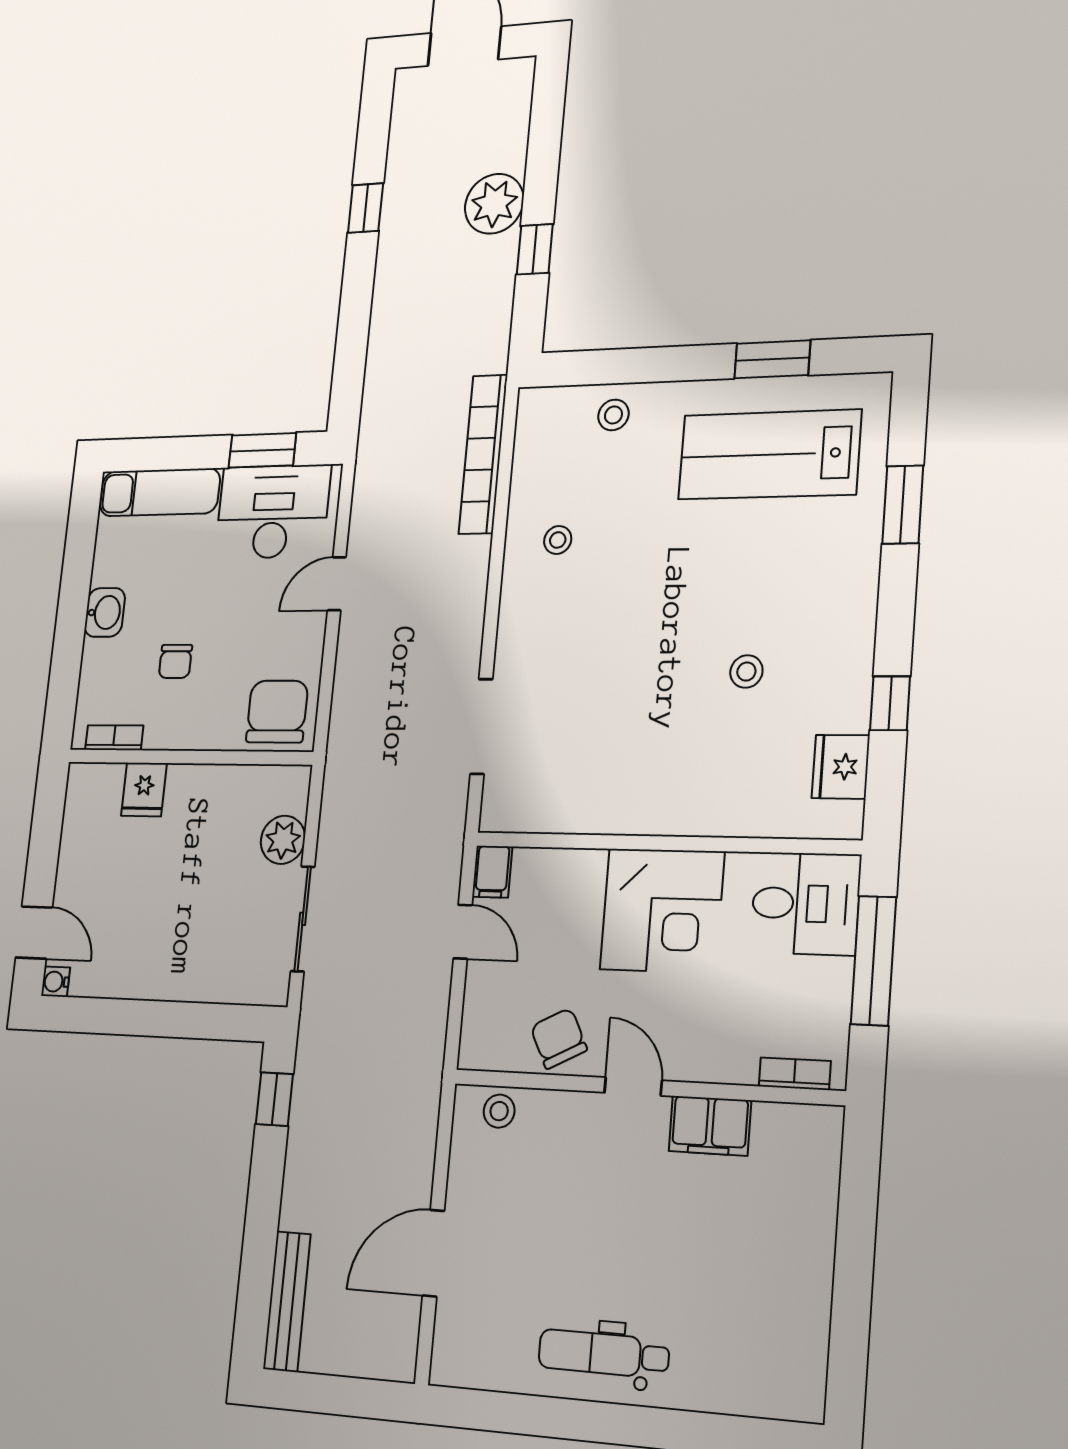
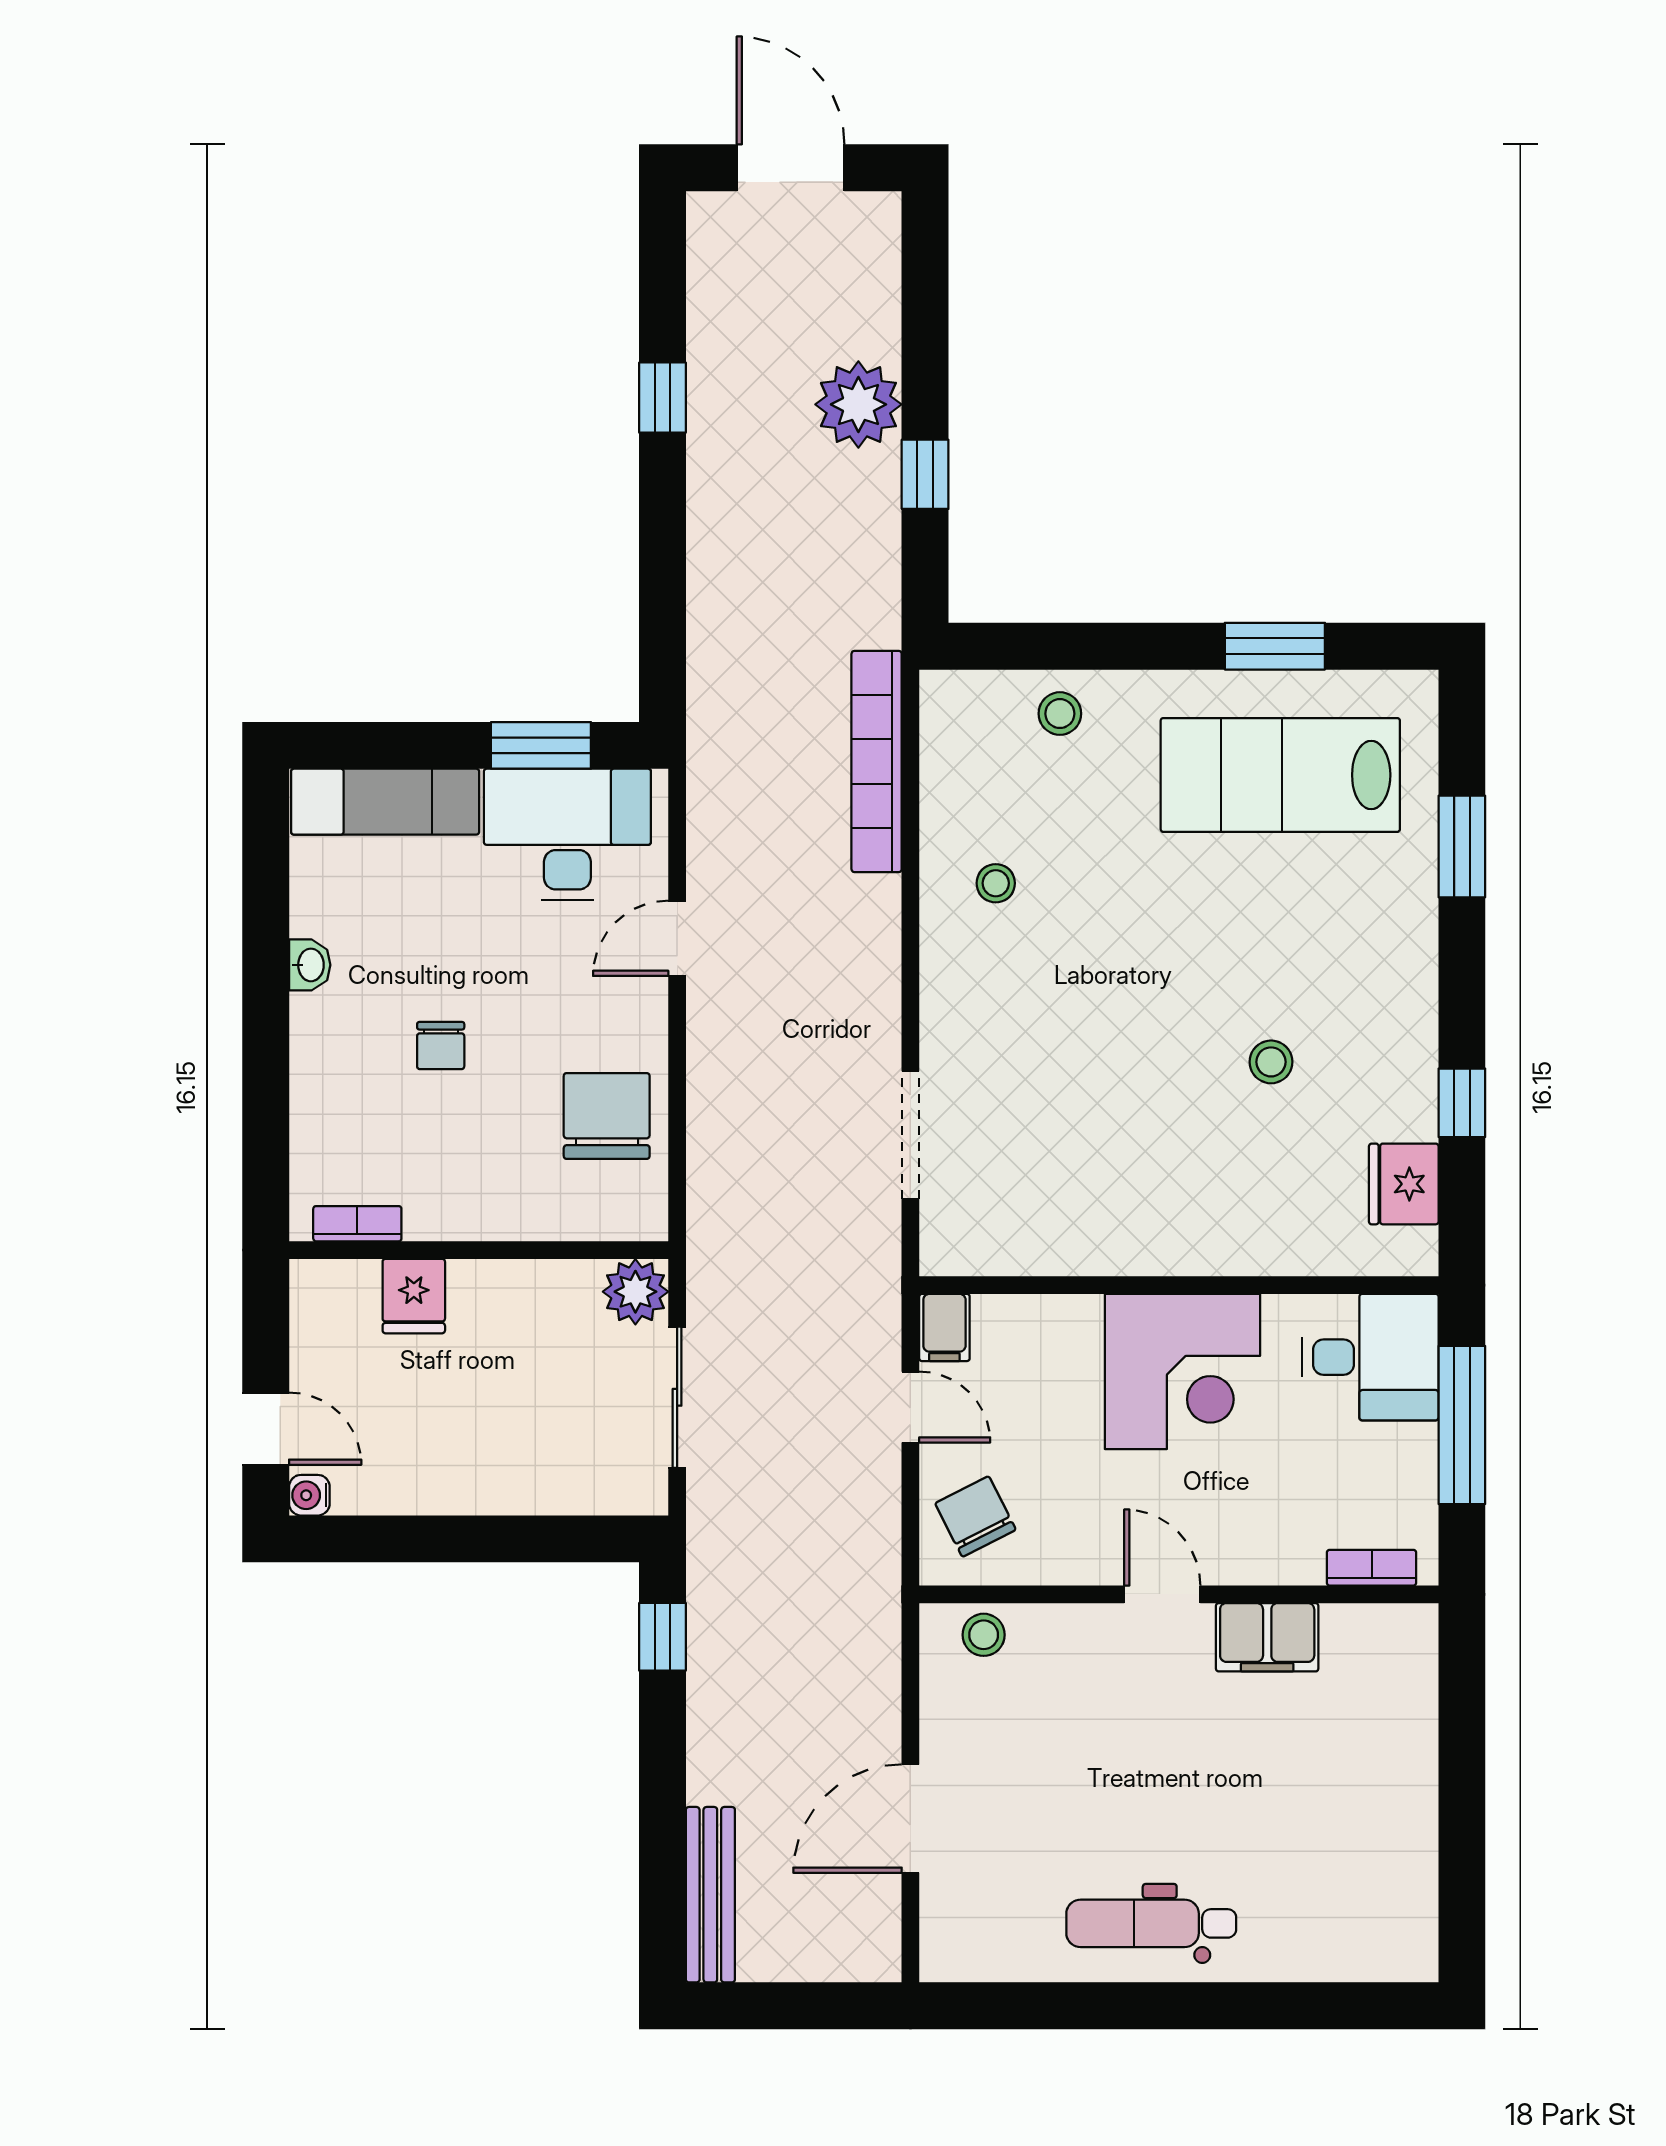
washbasin: (105, 612) -> (310, 965), width x0.72, depth x0.69
bookcase: (114, 738) -> (357, 1224), moved
wall: (189, 757) -> (479, 1250), moved
fridge: (144, 790) -> (414, 1296), moved
chair: (559, 1038) -> (975, 1516), moved

